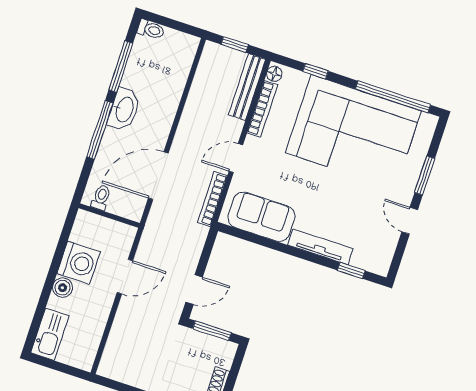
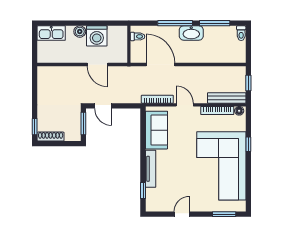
window: (316, 71) -> (248, 144), moved
window: (393, 97) -> (248, 182), removed
window: (425, 175) -> (224, 214), moved

